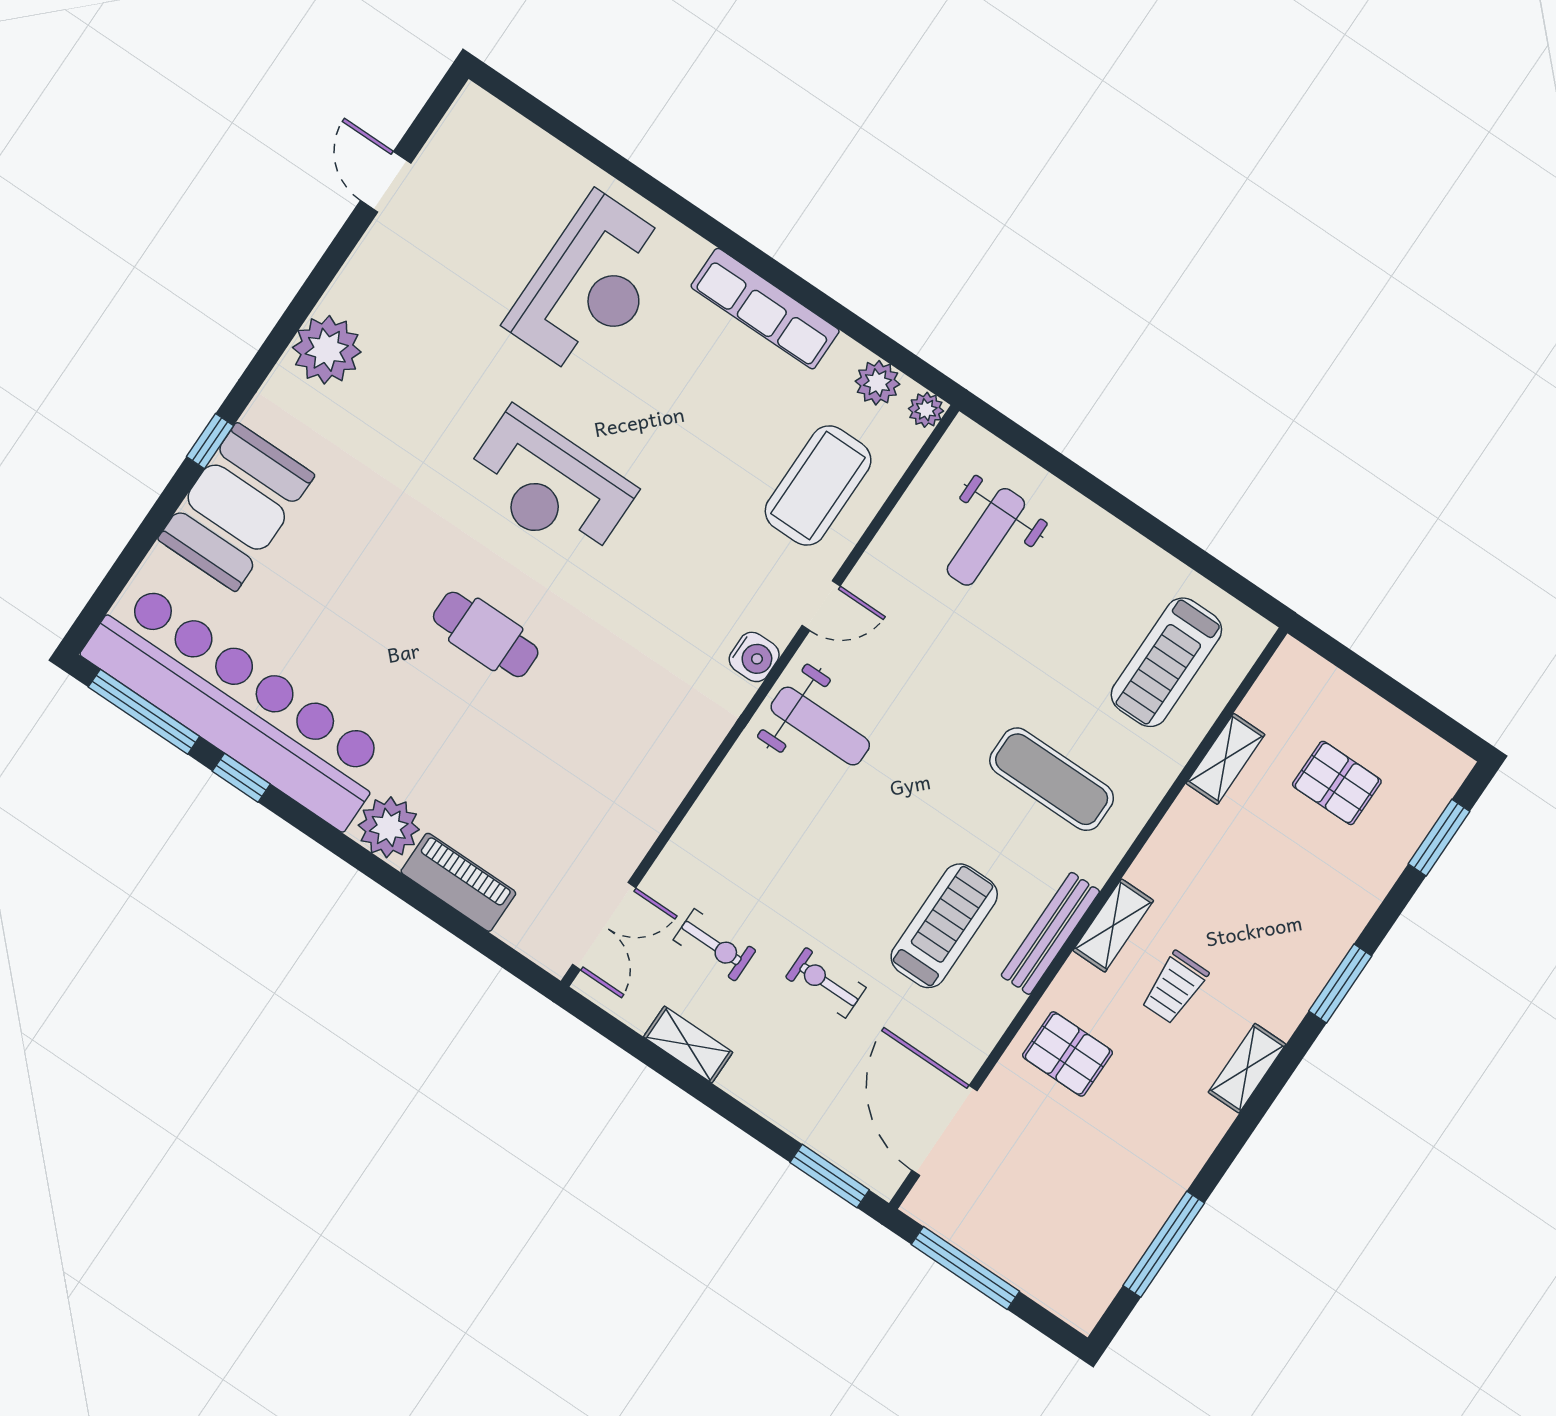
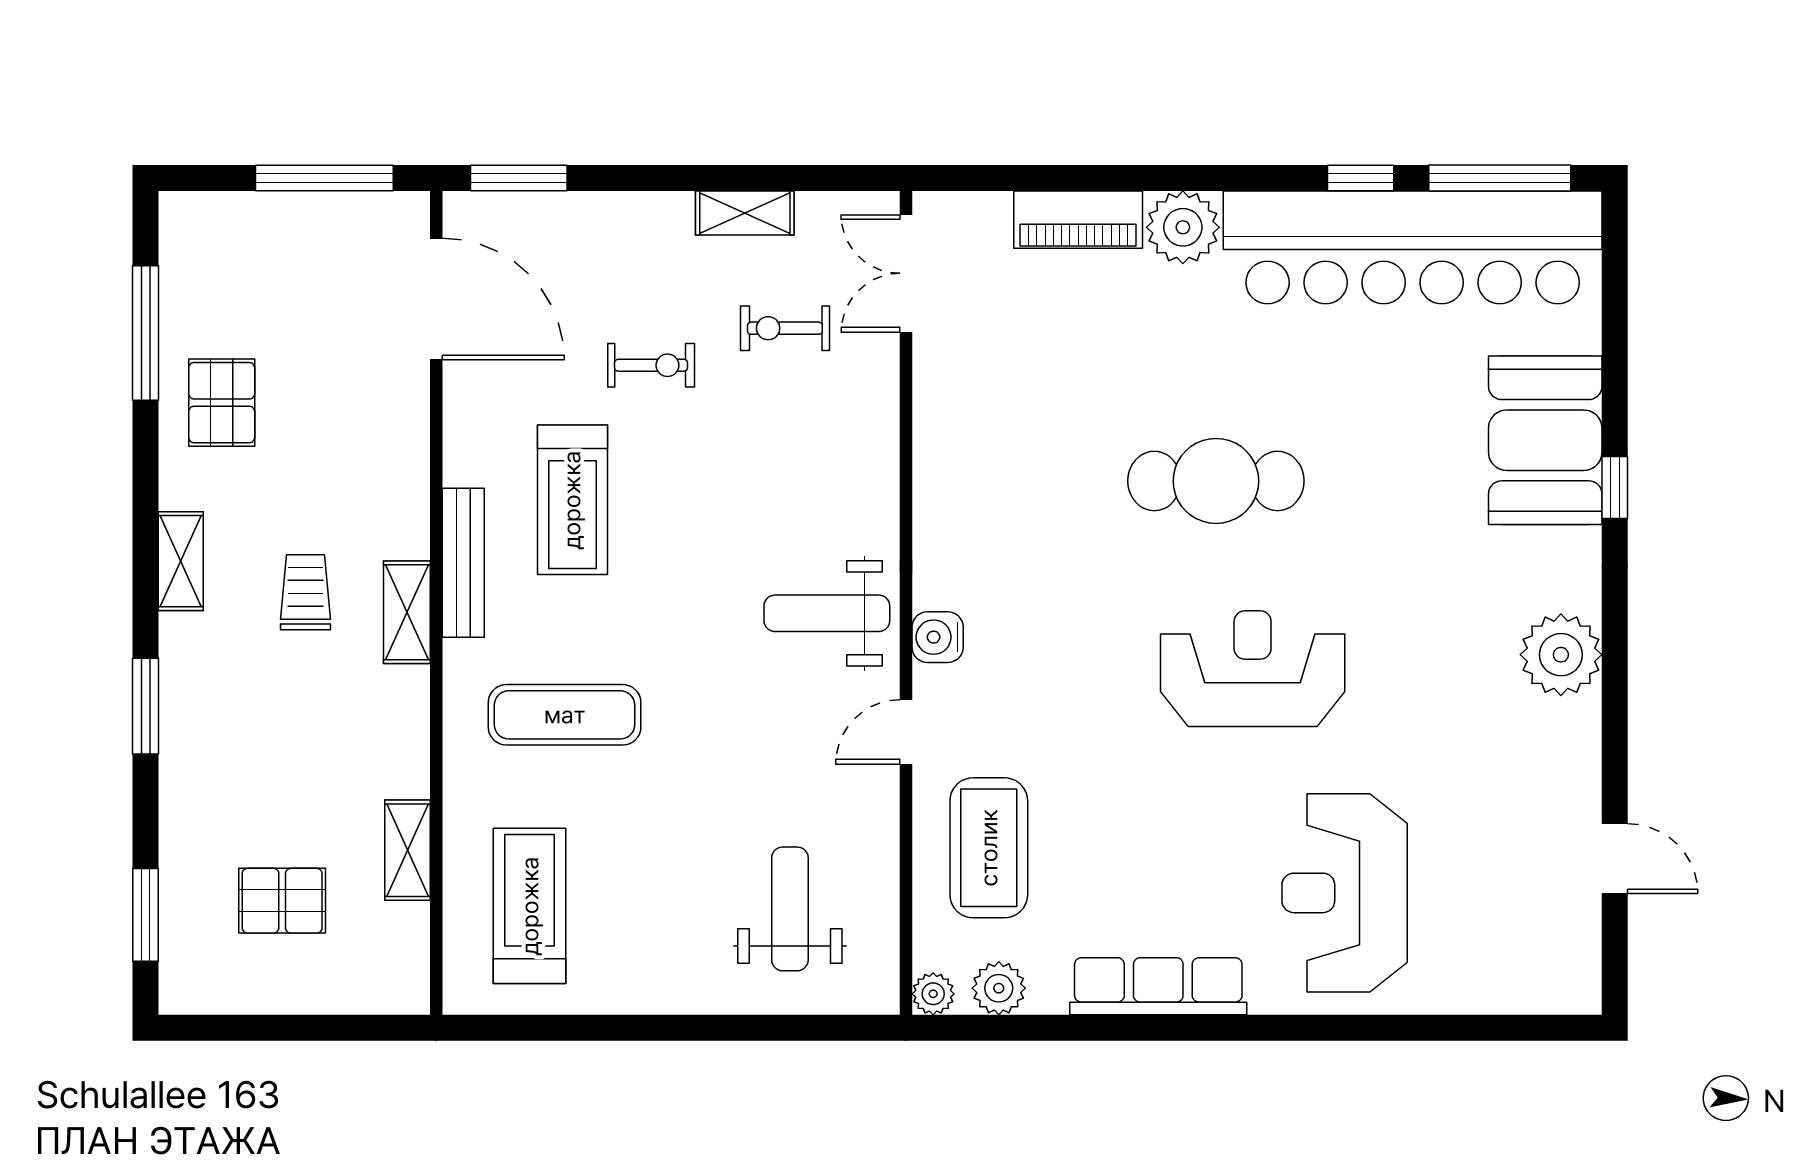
cafe table: (486, 634) -> (1216, 481), width x1.37, depth x1.35
pallet: (1067, 1054) -> (222, 403), moved, turned 90

